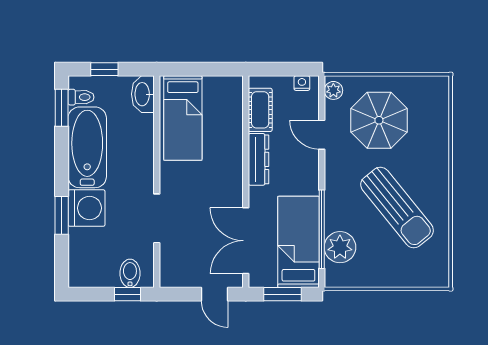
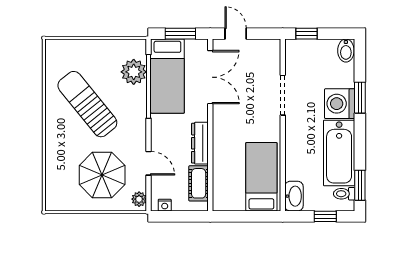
bidet: (130, 273) -> (346, 51), moved

